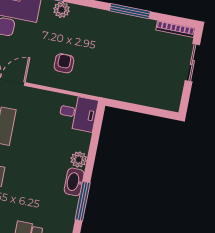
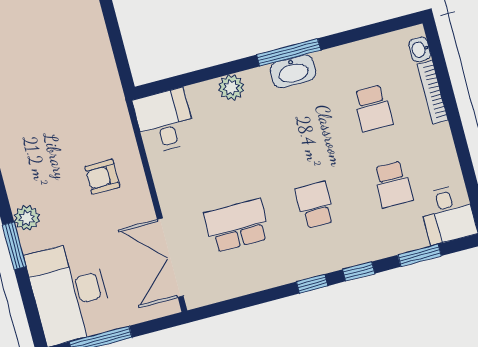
washbasin: (74, 182) -> (293, 71), moved

